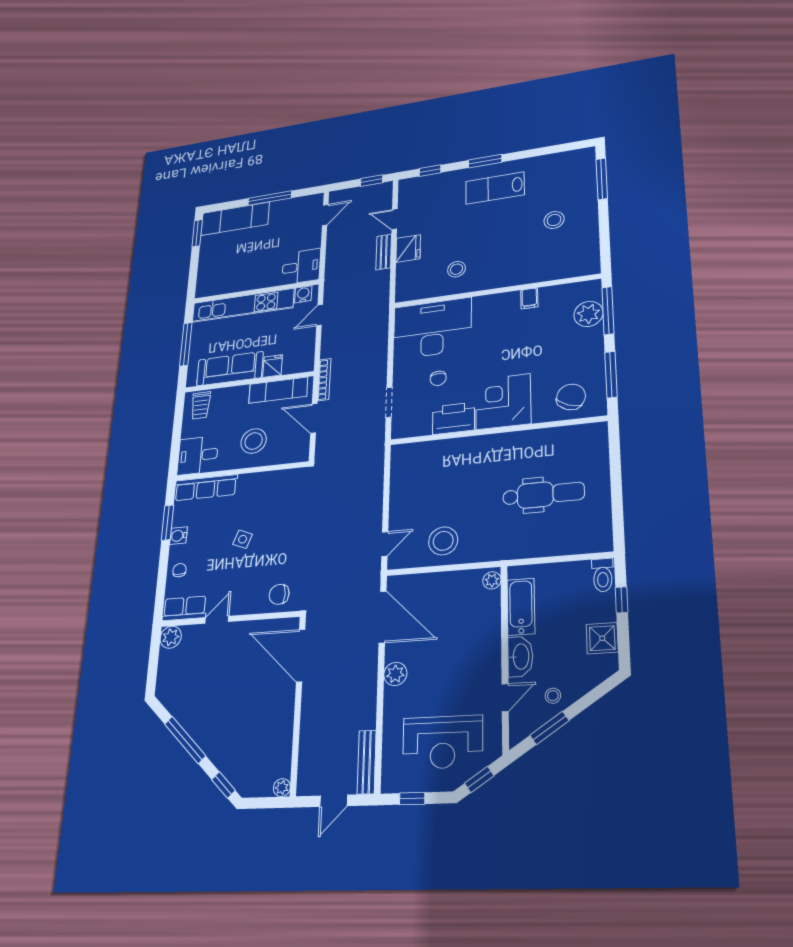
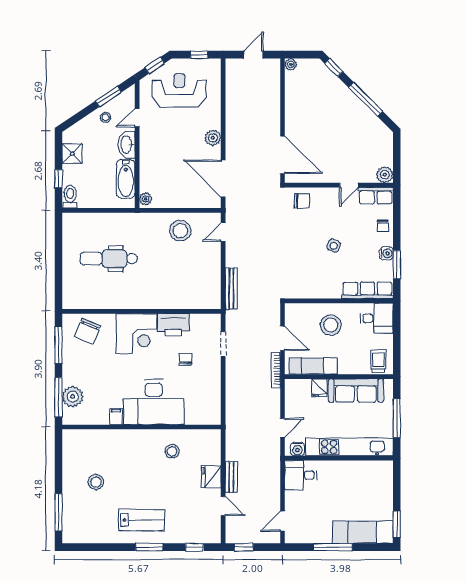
desk: (432, 328) -> (154, 402), moved
bench: (367, 762) -> (231, 289), moved

